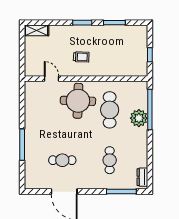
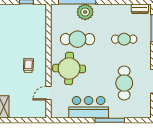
bar counter: (36, 122) -> (89, 107), added
cafe table: (62, 160) -> (124, 83), width x1.37, depth x1.35

